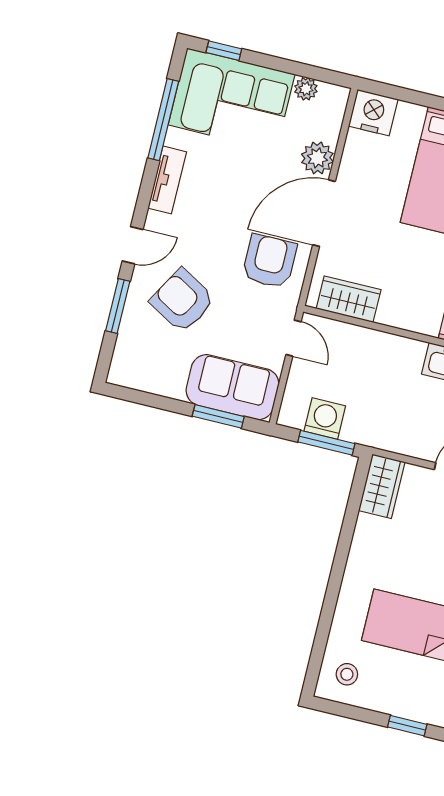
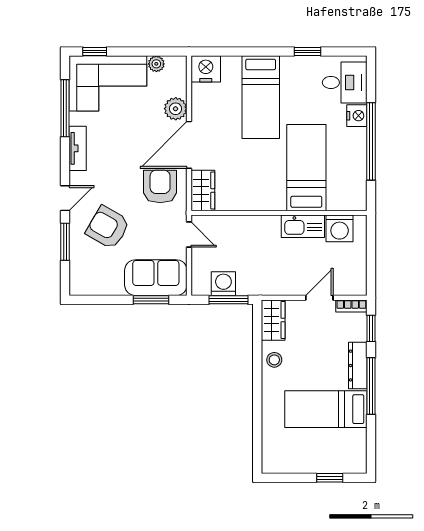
wardrobe: (349, 299) -> (203, 190), moved, turned 90
stool: (347, 674) -> (274, 360), moved

